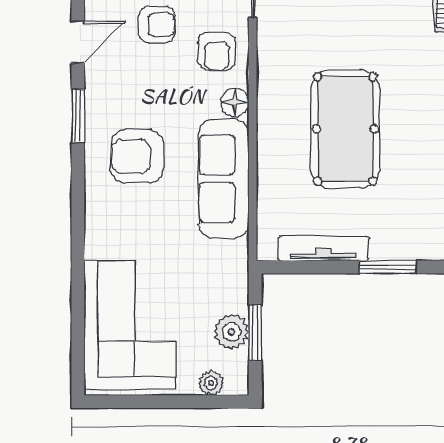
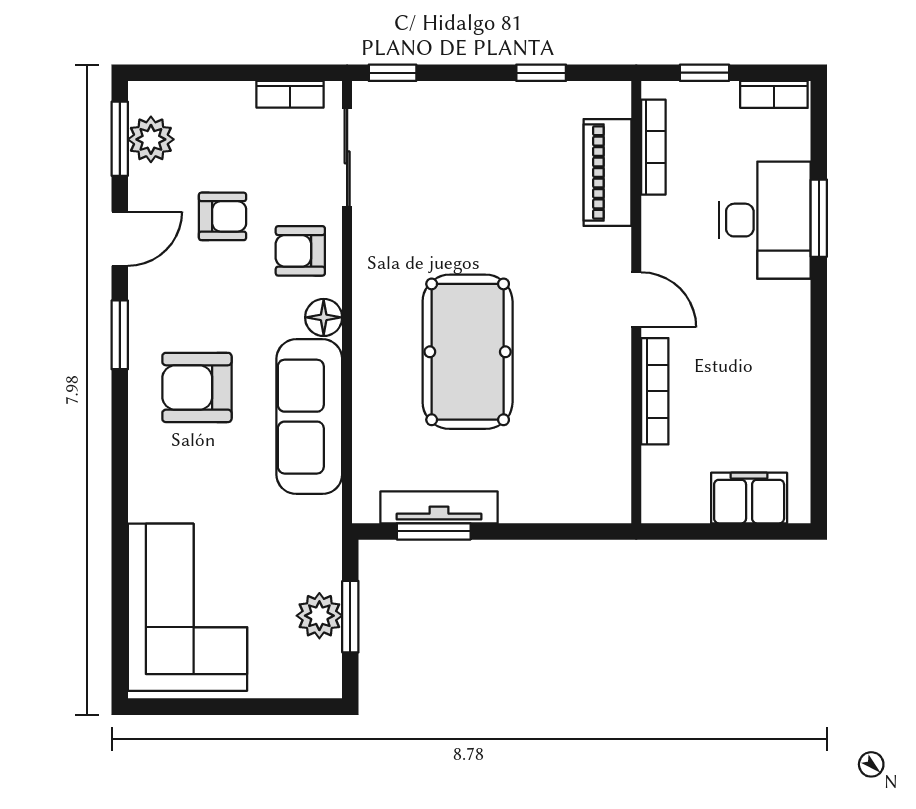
armchair: (217, 51) -> (300, 251), turned 90
window: (388, 267) -> (434, 531), moved
plant: (211, 383) -> (293, 682), removed

